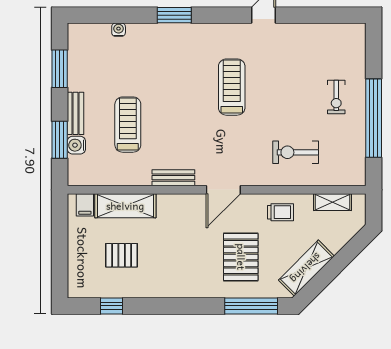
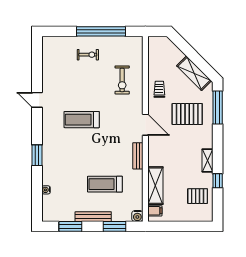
bench: (76, 113) -> (93, 217), width x1.36
water cooler: (76, 145) -> (137, 216), moved
shelving: (332, 202) -> (208, 160), moved
pallet: (122, 255) -> (198, 196), moved, turned 90
window: (112, 306) -> (218, 181), moved

